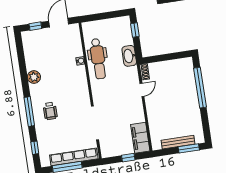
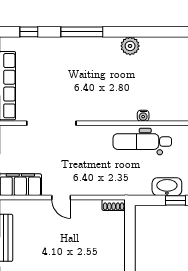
washbasin: (129, 56) -> (167, 187), moved
door: (142, 90) -> (61, 198), moved
wheelchair: (50, 111) -> (78, 62), removed

